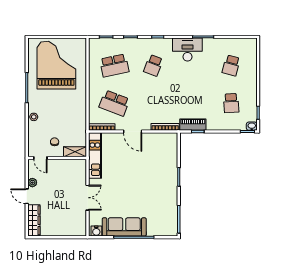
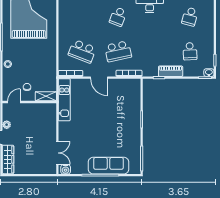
school desk: (114, 65) -> (118, 51), moved
piano: (193, 125) -> (171, 71), moved
door: (40, 158) -> (14, 102), swing flipped
double door: (87, 198) -> (57, 153), moved
sofa: (124, 227) -> (109, 166), moved

